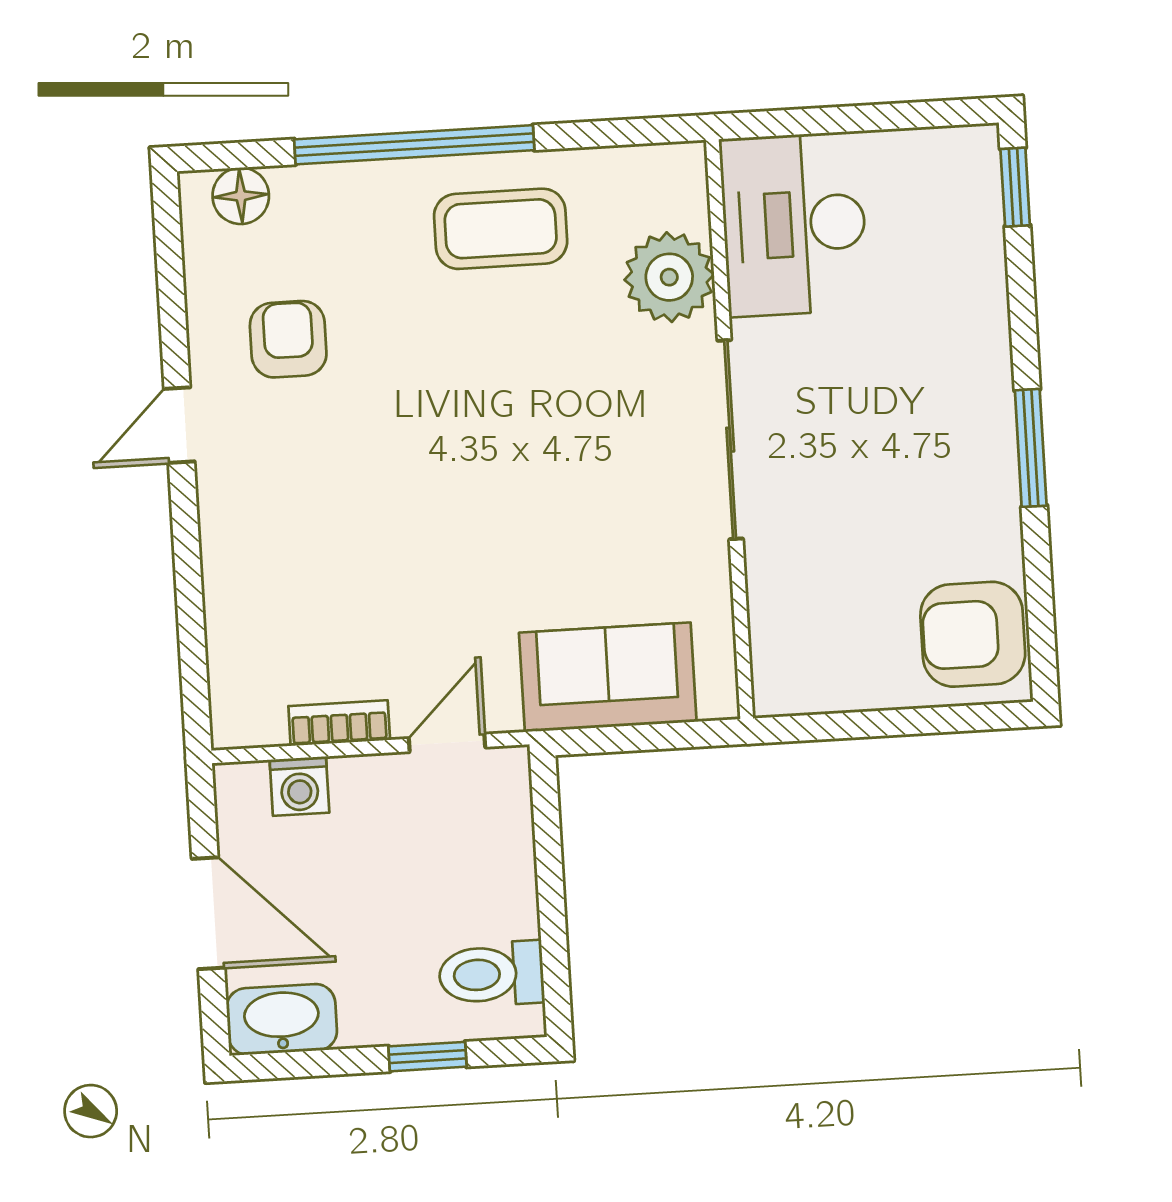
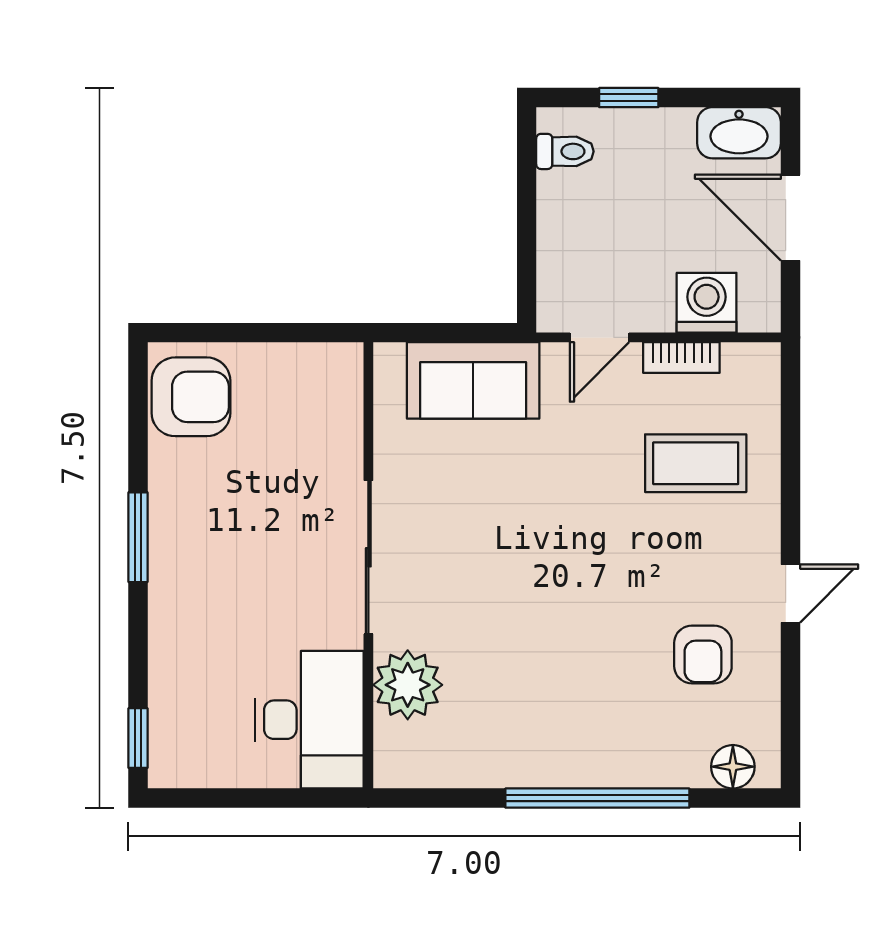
coffee table: (501, 229) -> (696, 463), moved
washing machine: (299, 786) -> (707, 303), width x1.38, depth x1.38
toilet: (491, 974) -> (565, 151), width x0.73, depth x0.72

